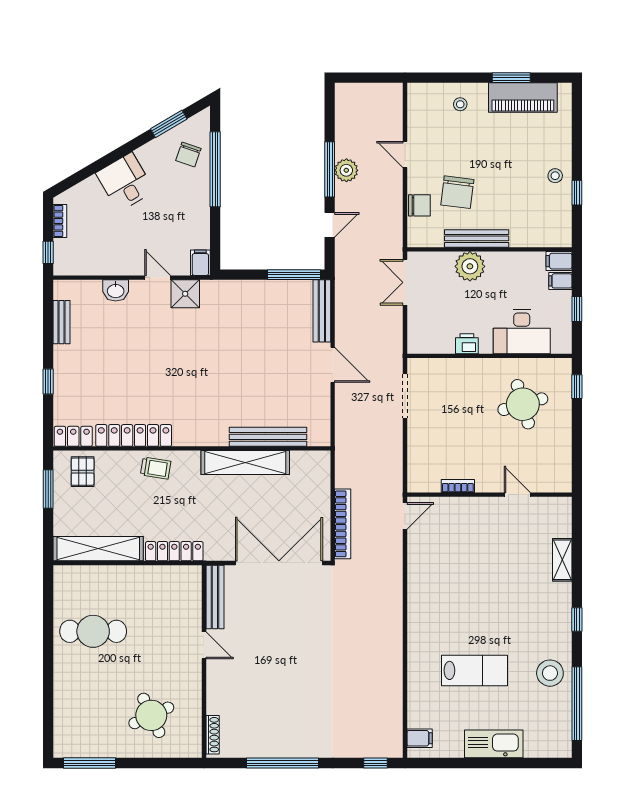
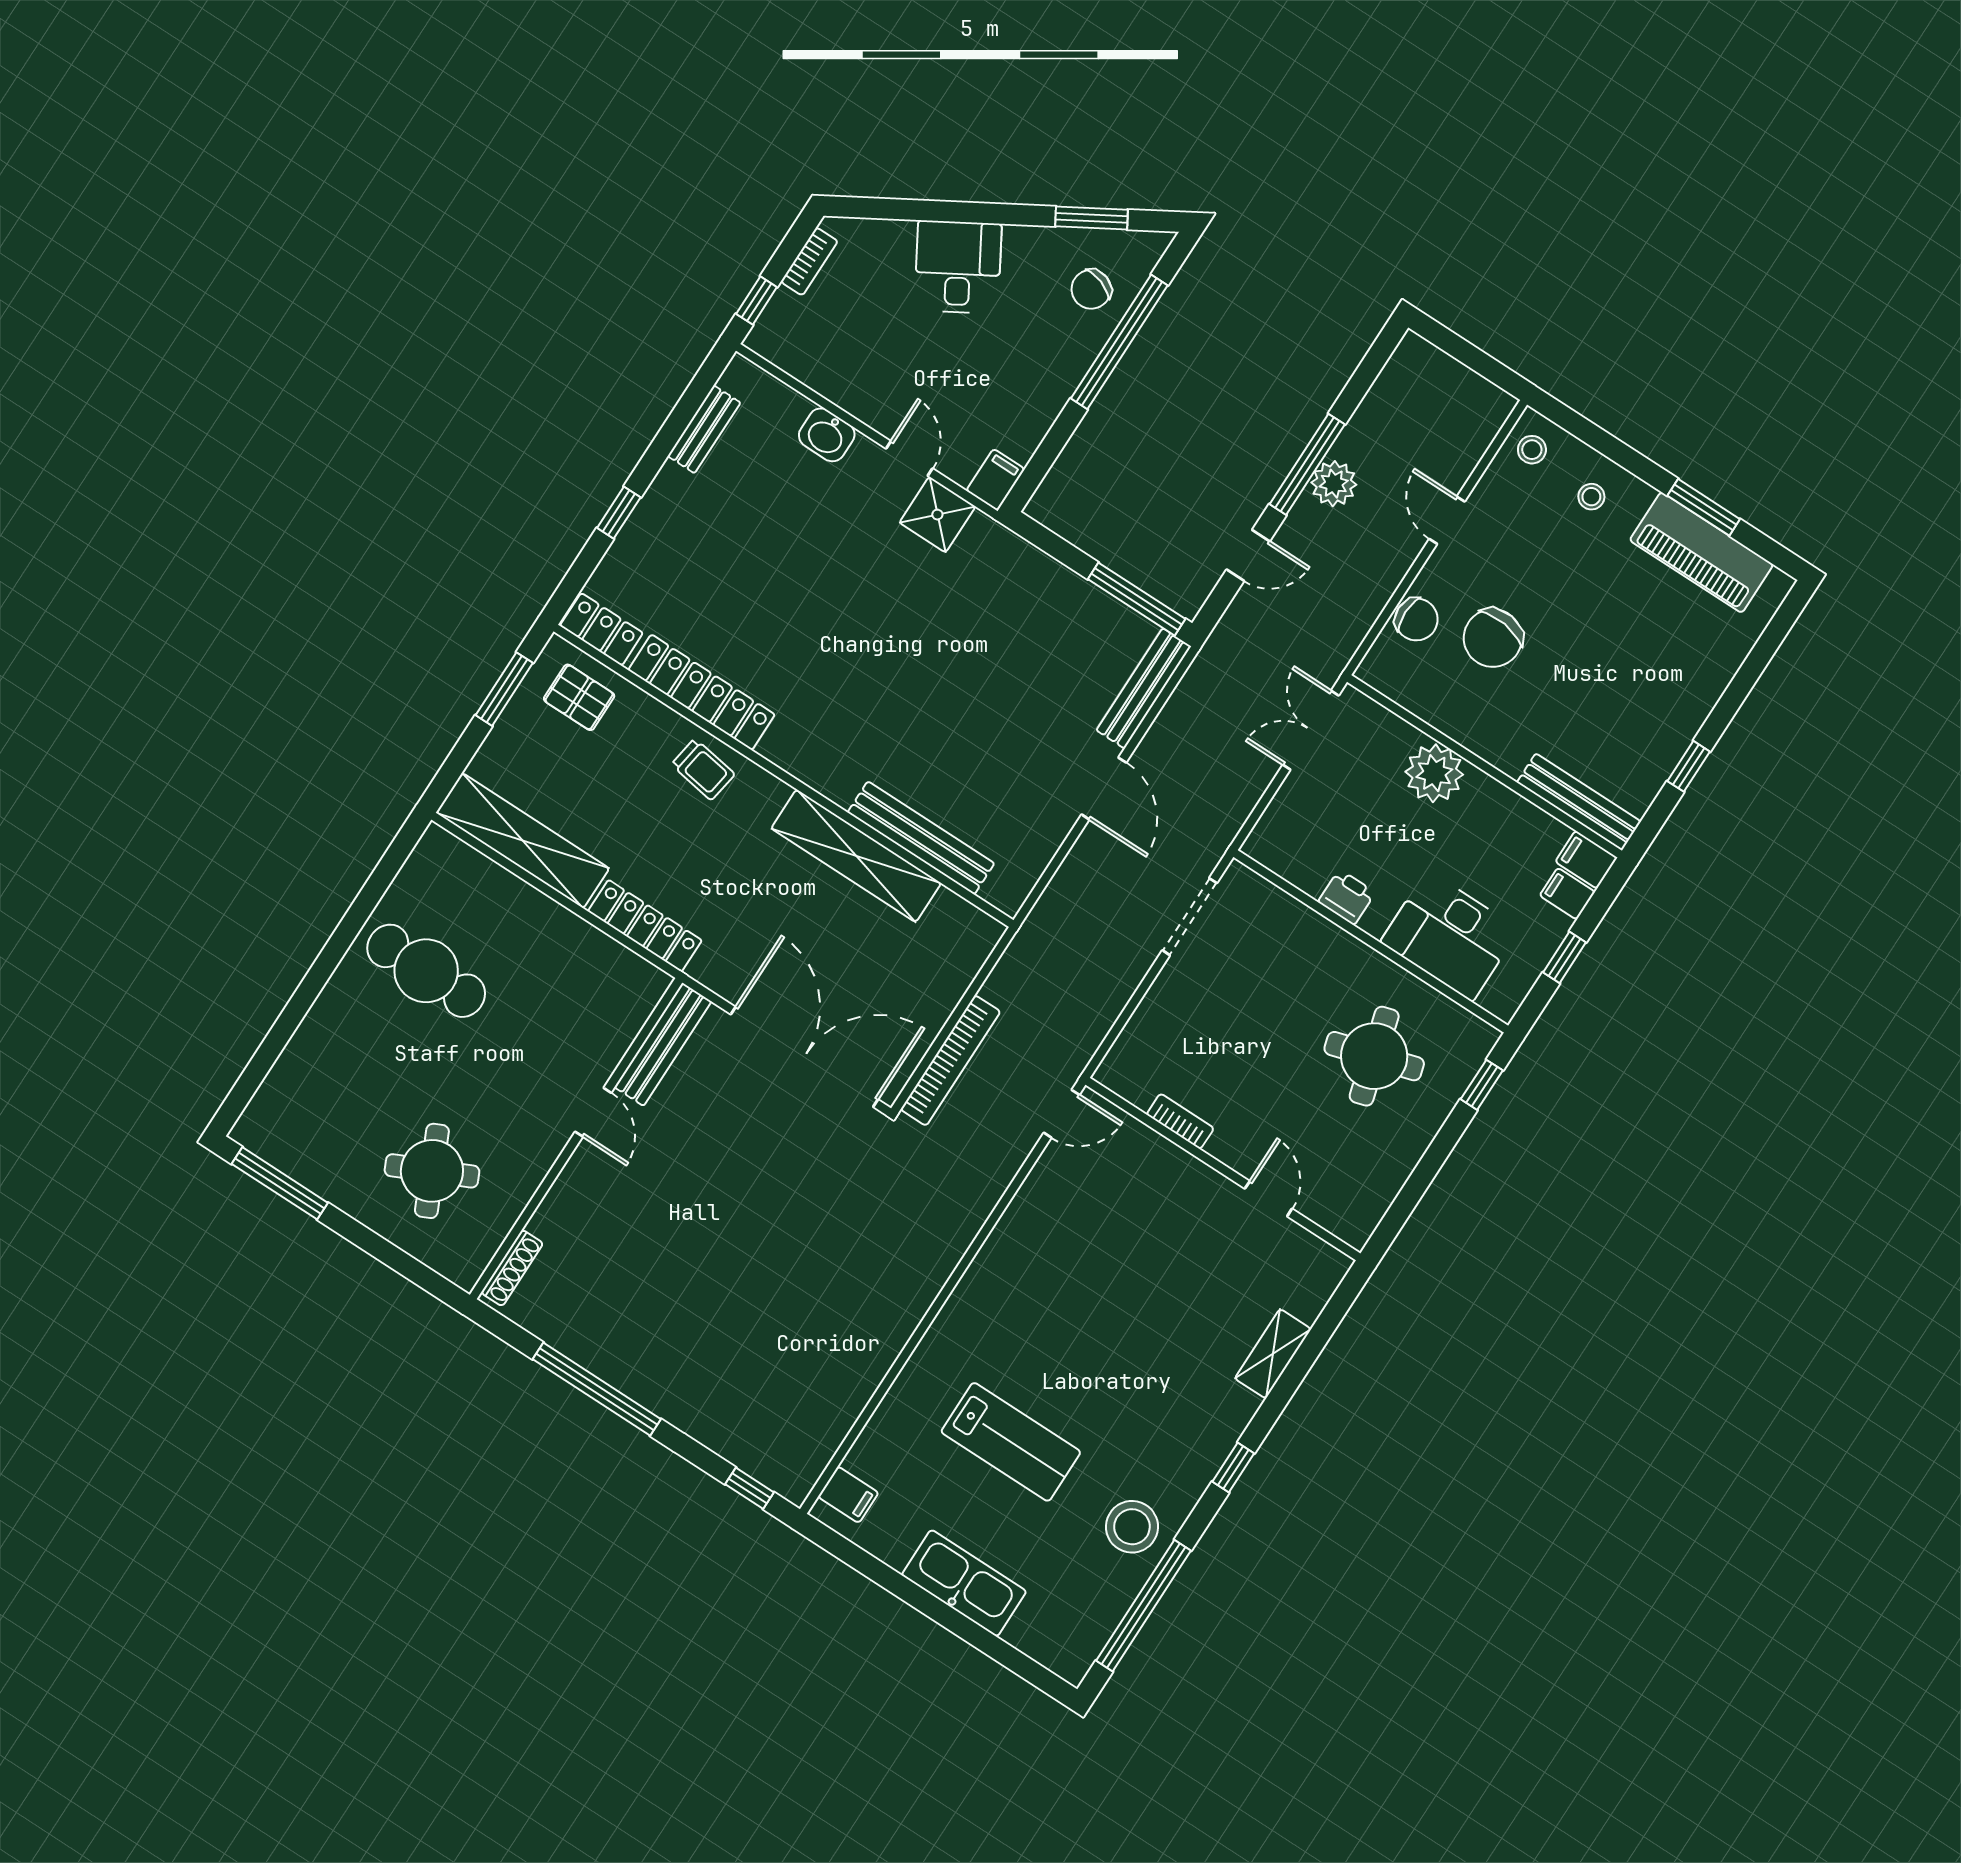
stool: (555, 176) -> (1532, 450), moved
bench: (477, 238) -> (1579, 802), moved
pallet: (83, 472) -> (579, 697), turned 90

